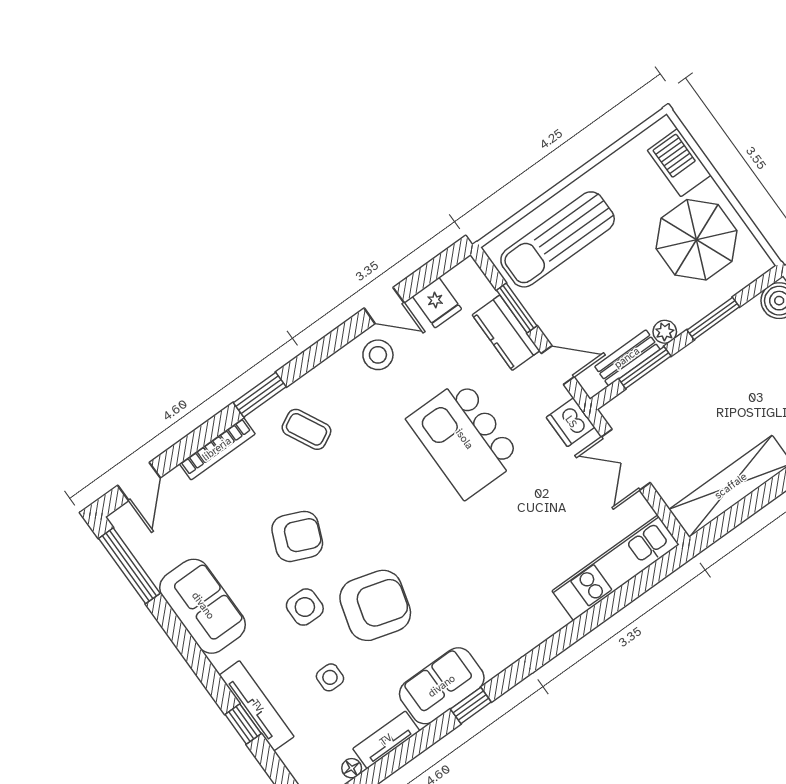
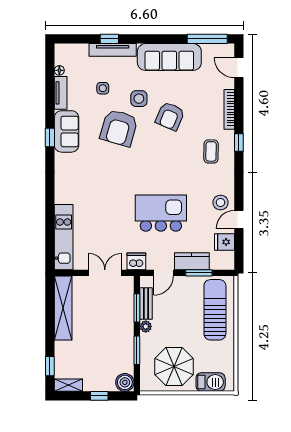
window: (260, 395) -> (239, 143), width x0.67
coffee table: (306, 429) -> (211, 151), turned -62
sofa: (203, 606) -> (169, 57), width x1.36

